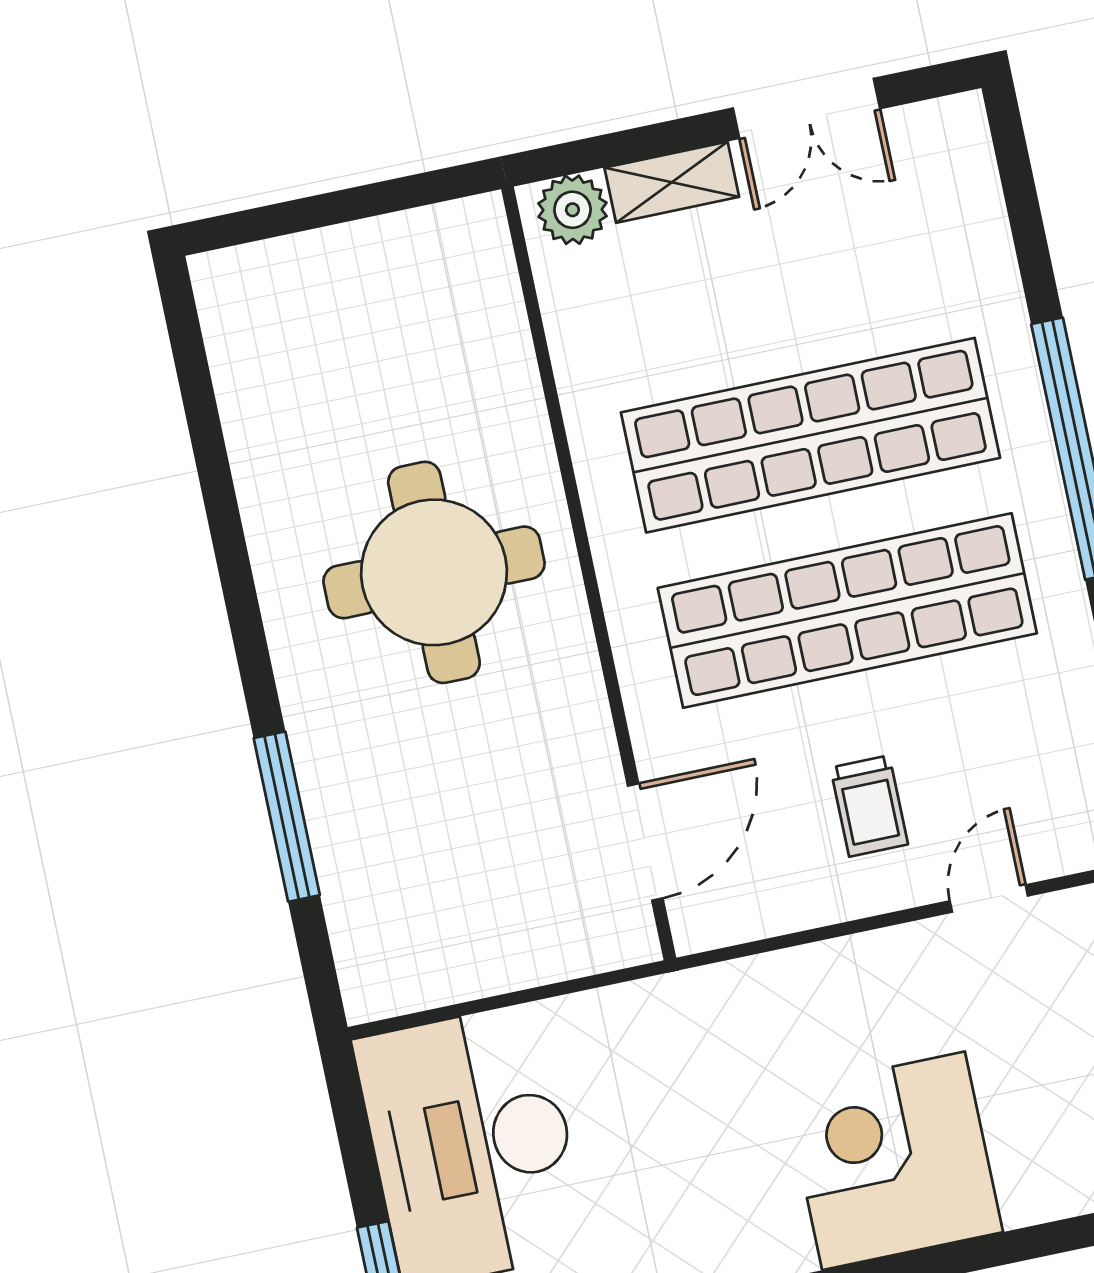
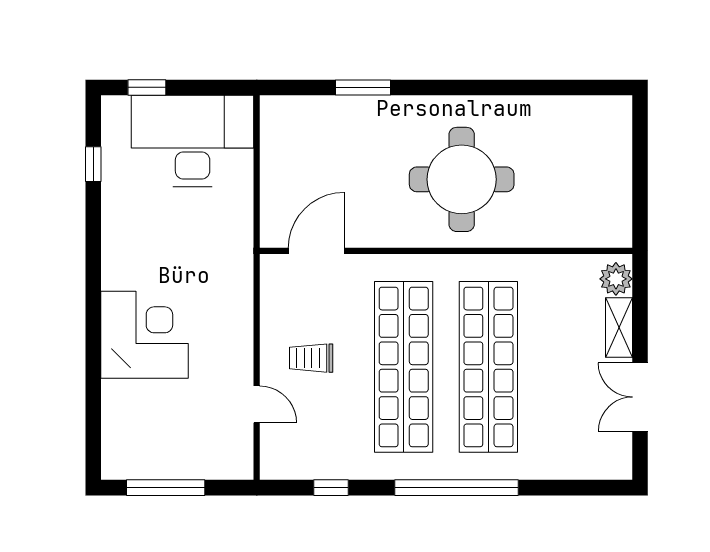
window: (287, 817) -> (363, 87), width x0.69
door: (645, 842) -> (316, 251), swing flipped

